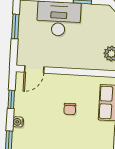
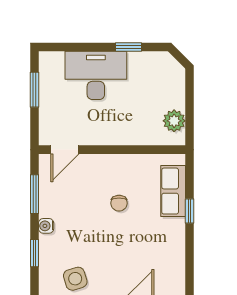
window: (11, 99) -> (34, 194), width x1.50

